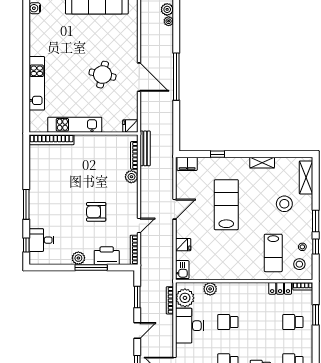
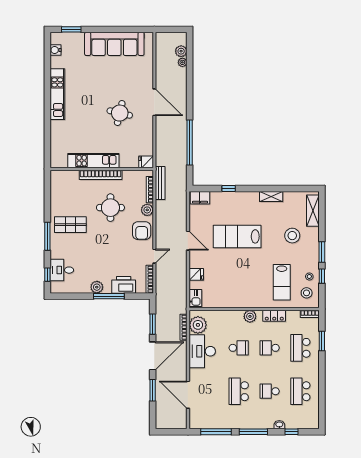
door: (139, 77) -> (154, 102), moved
window: (176, 77) -> (190, 142), moved
kitchen unit: (37, 83) -> (57, 94), moved
bookcase: (52, 140) -> (101, 175), moved
round table: (93, 174) -> (110, 208), added
shop shelf: (50, 192) -> (70, 225), added
lab bench: (226, 205) -> (237, 236), turned -90
door: (174, 209) -> (188, 241), hinge flipped
armchair: (96, 212) -> (142, 231), moved, turned -90
locker: (280, 288) -> (274, 316), moved
plant: (210, 289) -> (250, 316), moved
school desk: (228, 322) -> (239, 348), turned 180
school desk: (260, 322) -> (270, 348), added
school desk: (293, 322) -> (300, 348), width x1.85
door: (137, 331) -> (153, 356), width x1.88

